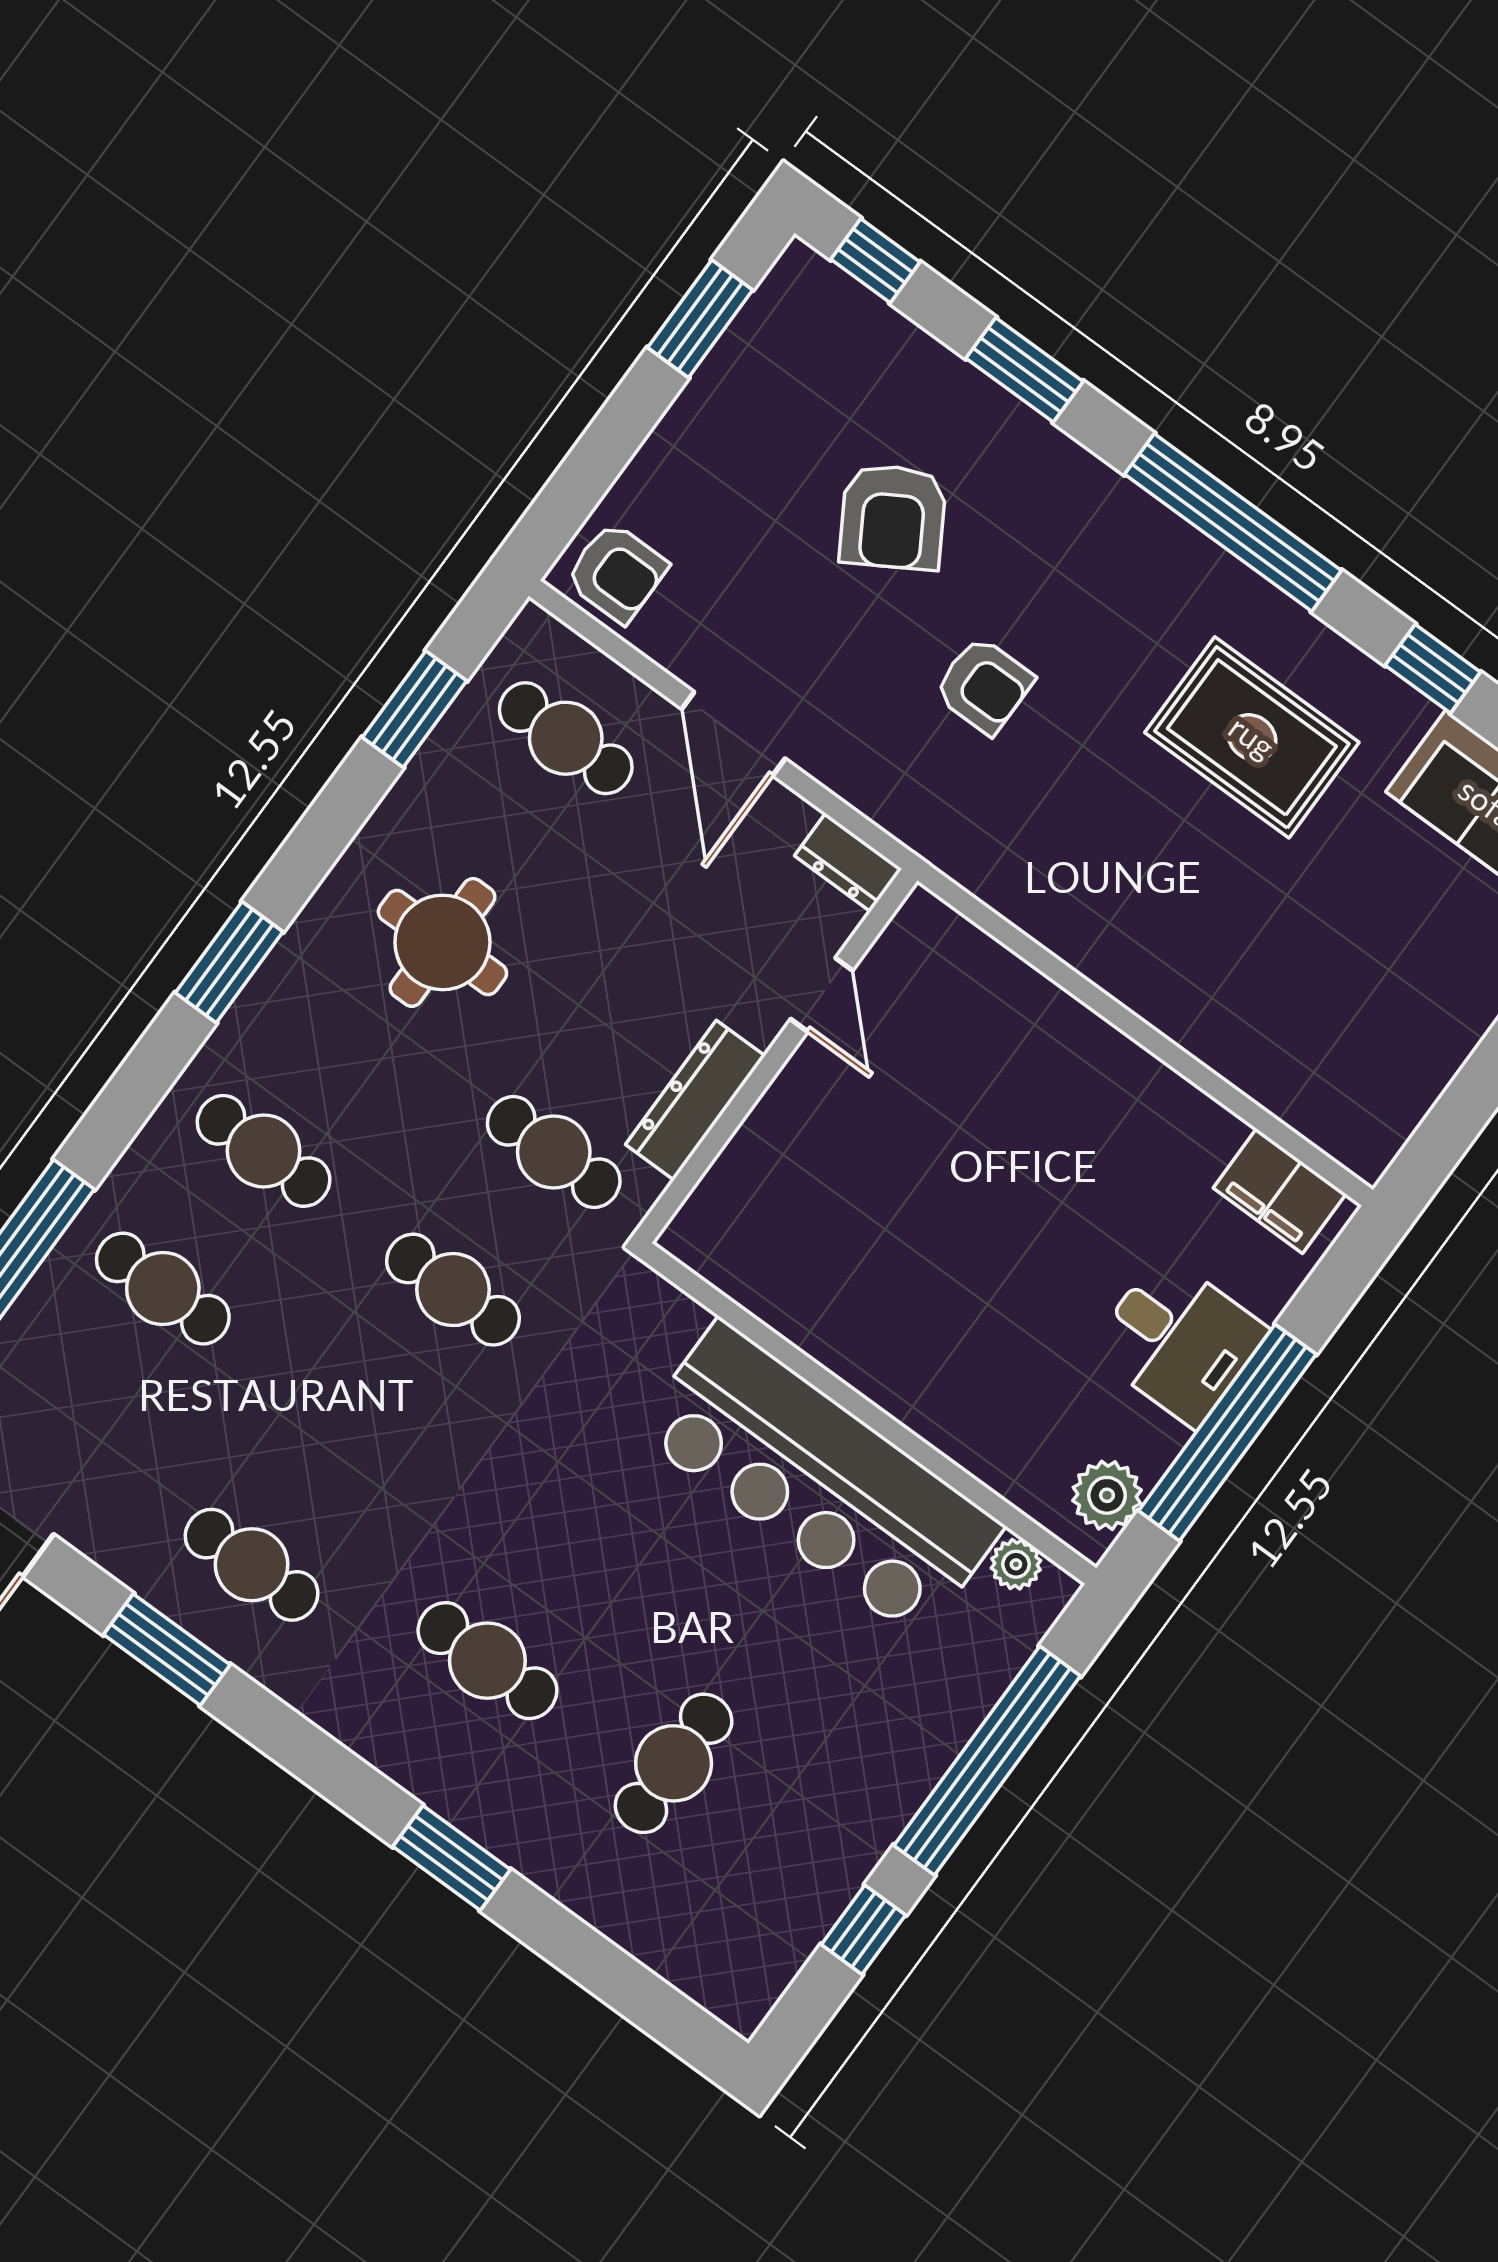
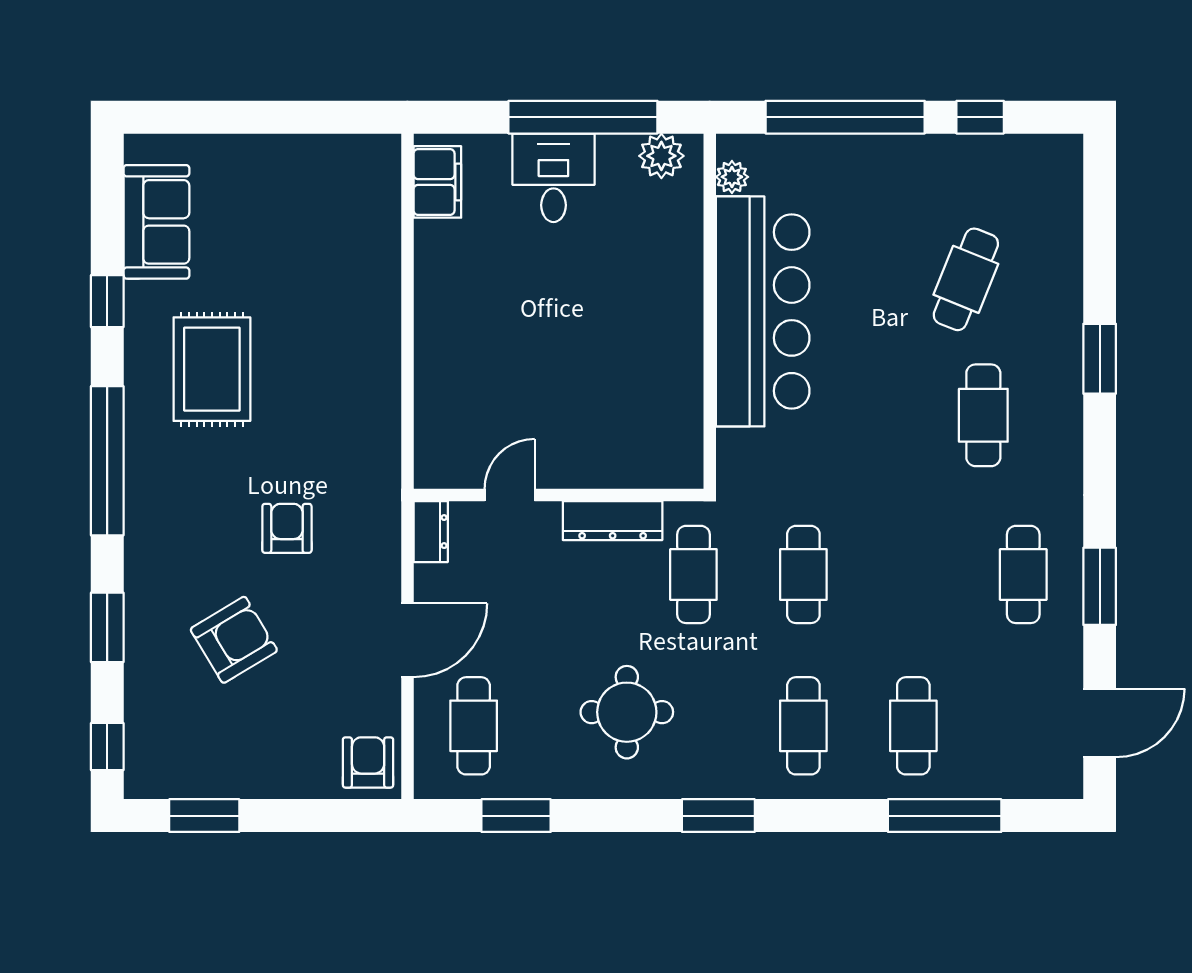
cafe table: (674, 1763) -> (966, 279), turned -68

